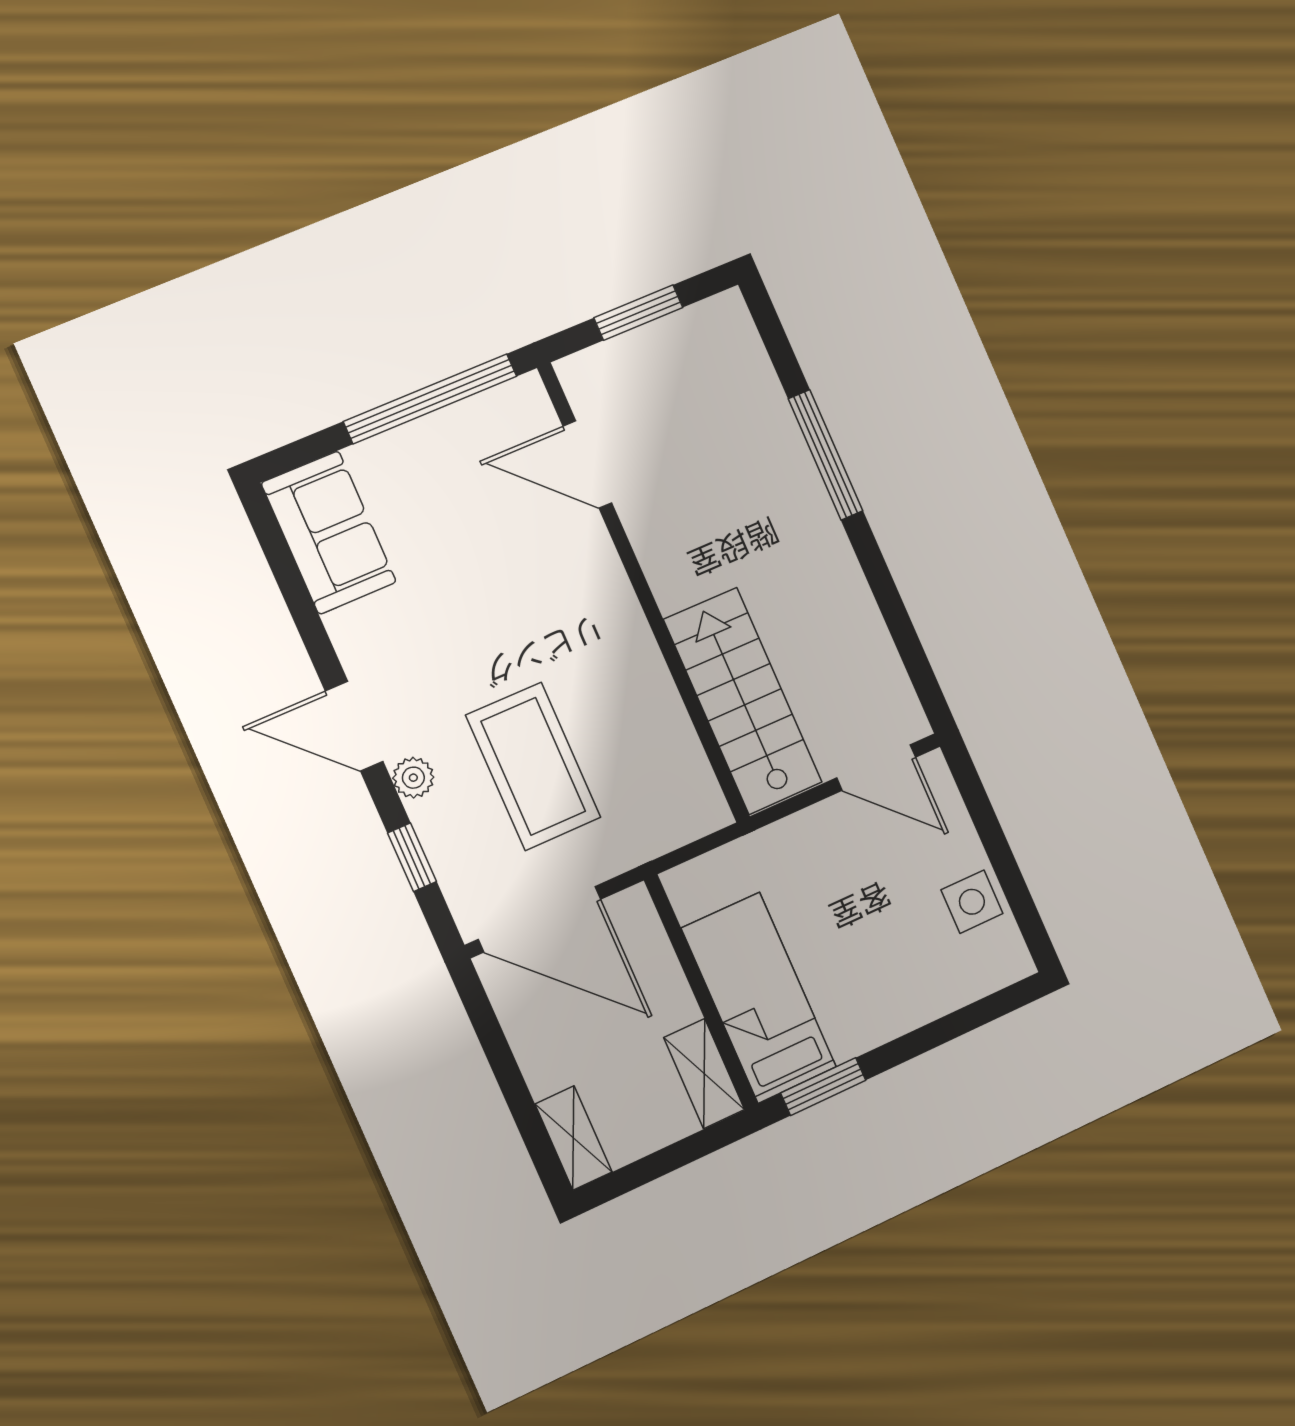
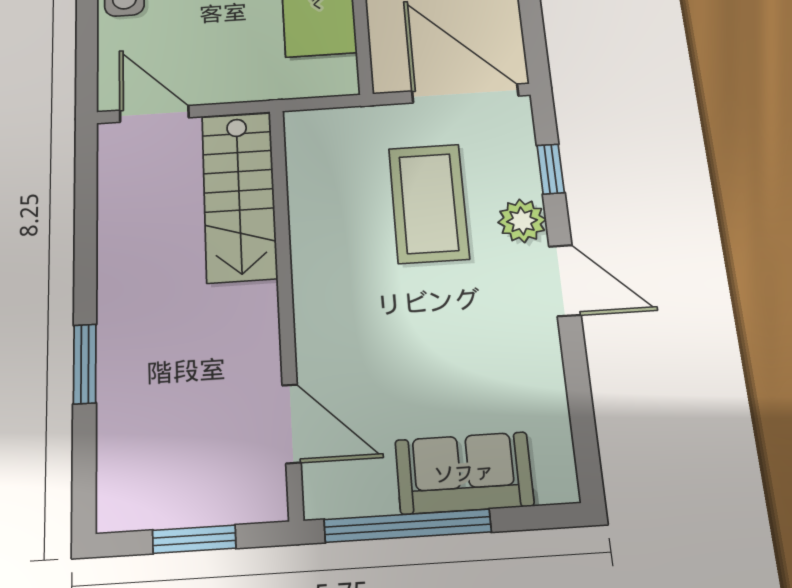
window: (825, 455) -> (85, 364), width x0.69
sofa: (329, 533) -> (464, 473), moved, turned 90
plant: (413, 778) -> (522, 221), width x1.38, depth x1.38

